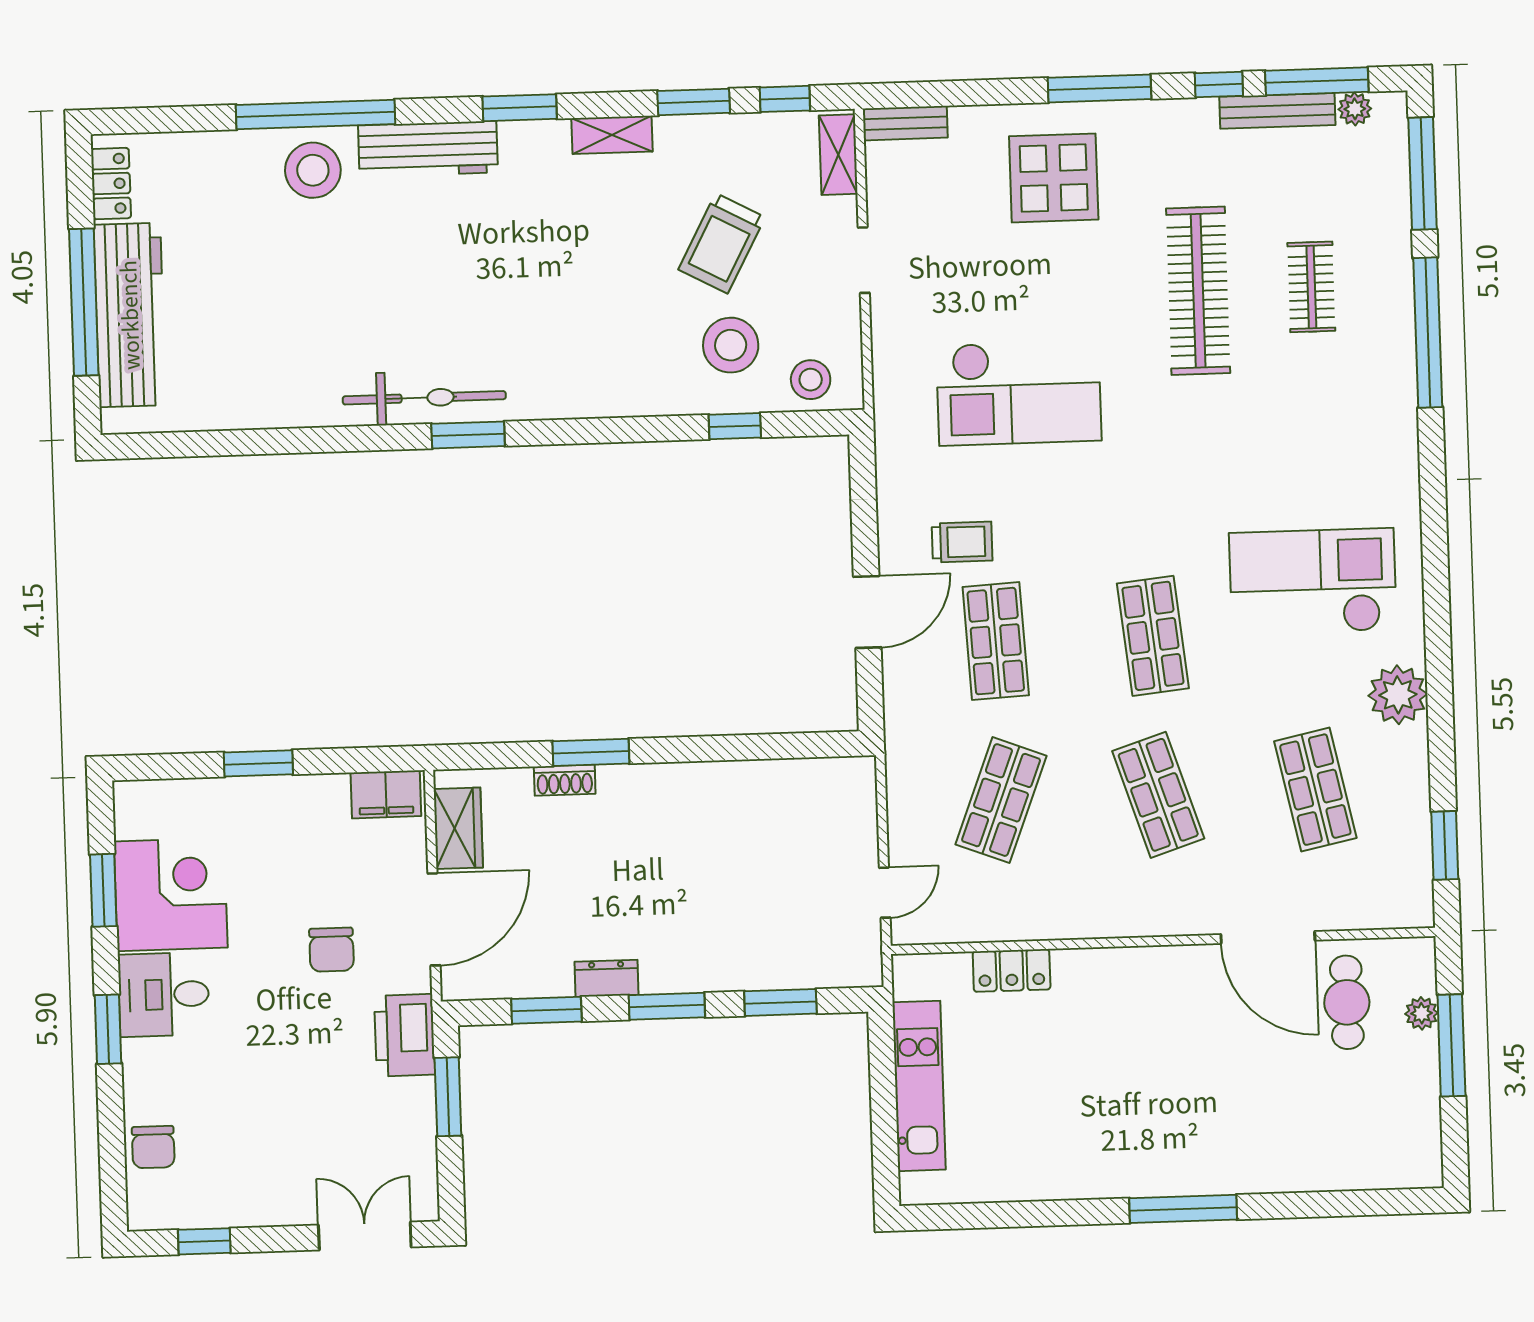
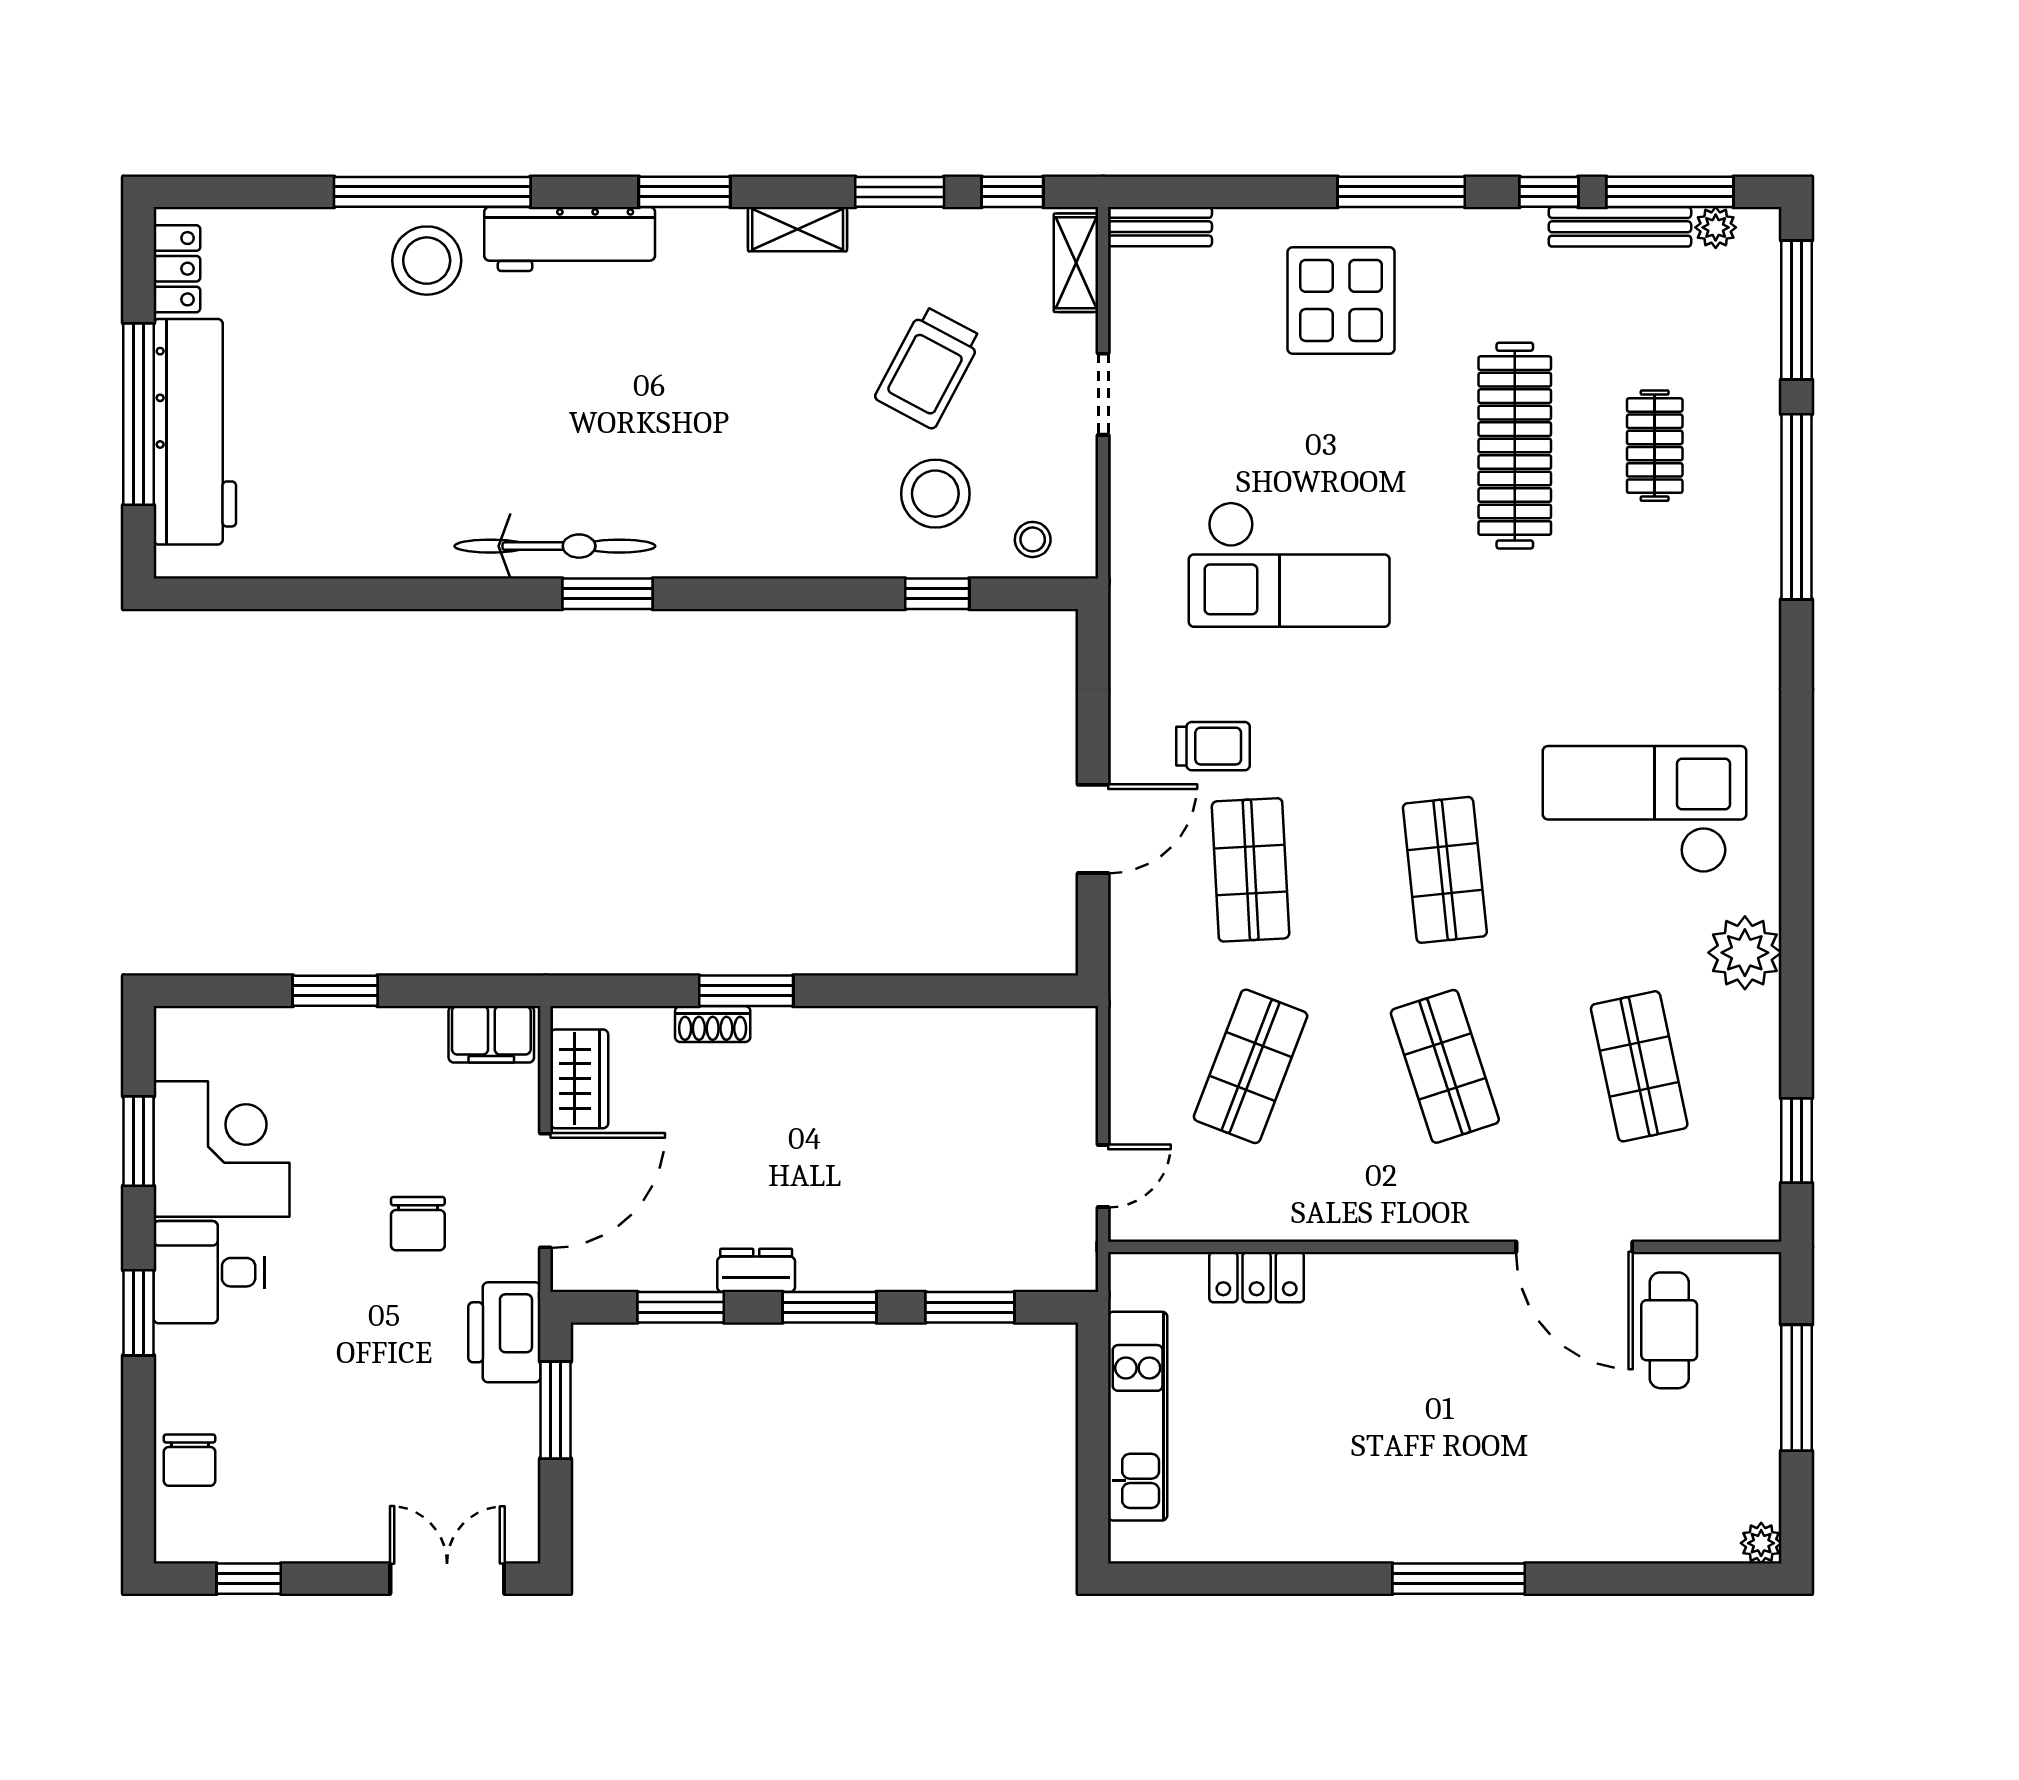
stool: (811, 380) -> (1033, 539), width x0.73, depth x0.73
plant: (1422, 1013) -> (1761, 1543), moved

